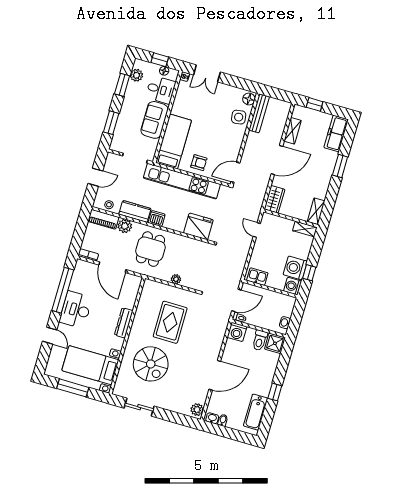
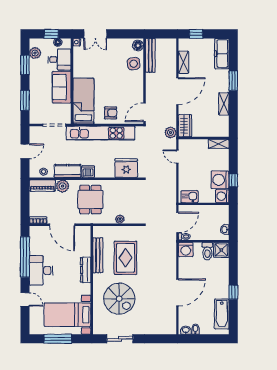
shelving: (316, 211) -> (224, 104), moved
bench: (141, 311) -> (98, 255), added
plant: (197, 410) -> (171, 133), moved

